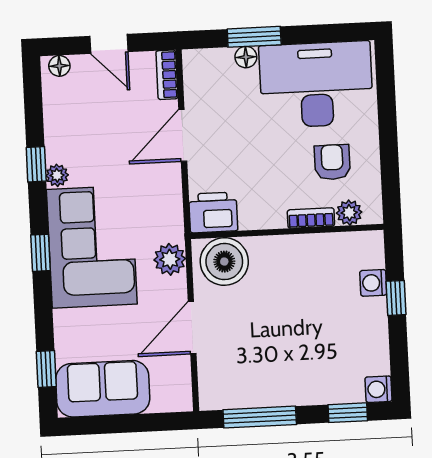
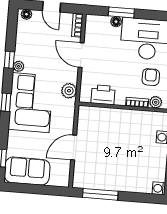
door: (183, 135) -> (81, 55), hinge flipped
printer: (213, 212) -> (103, 95), moved
plant: (170, 259) -> (69, 91), moved
boiler: (224, 262) -> (93, 118), removed
window: (348, 413) -> (143, 198), removed

